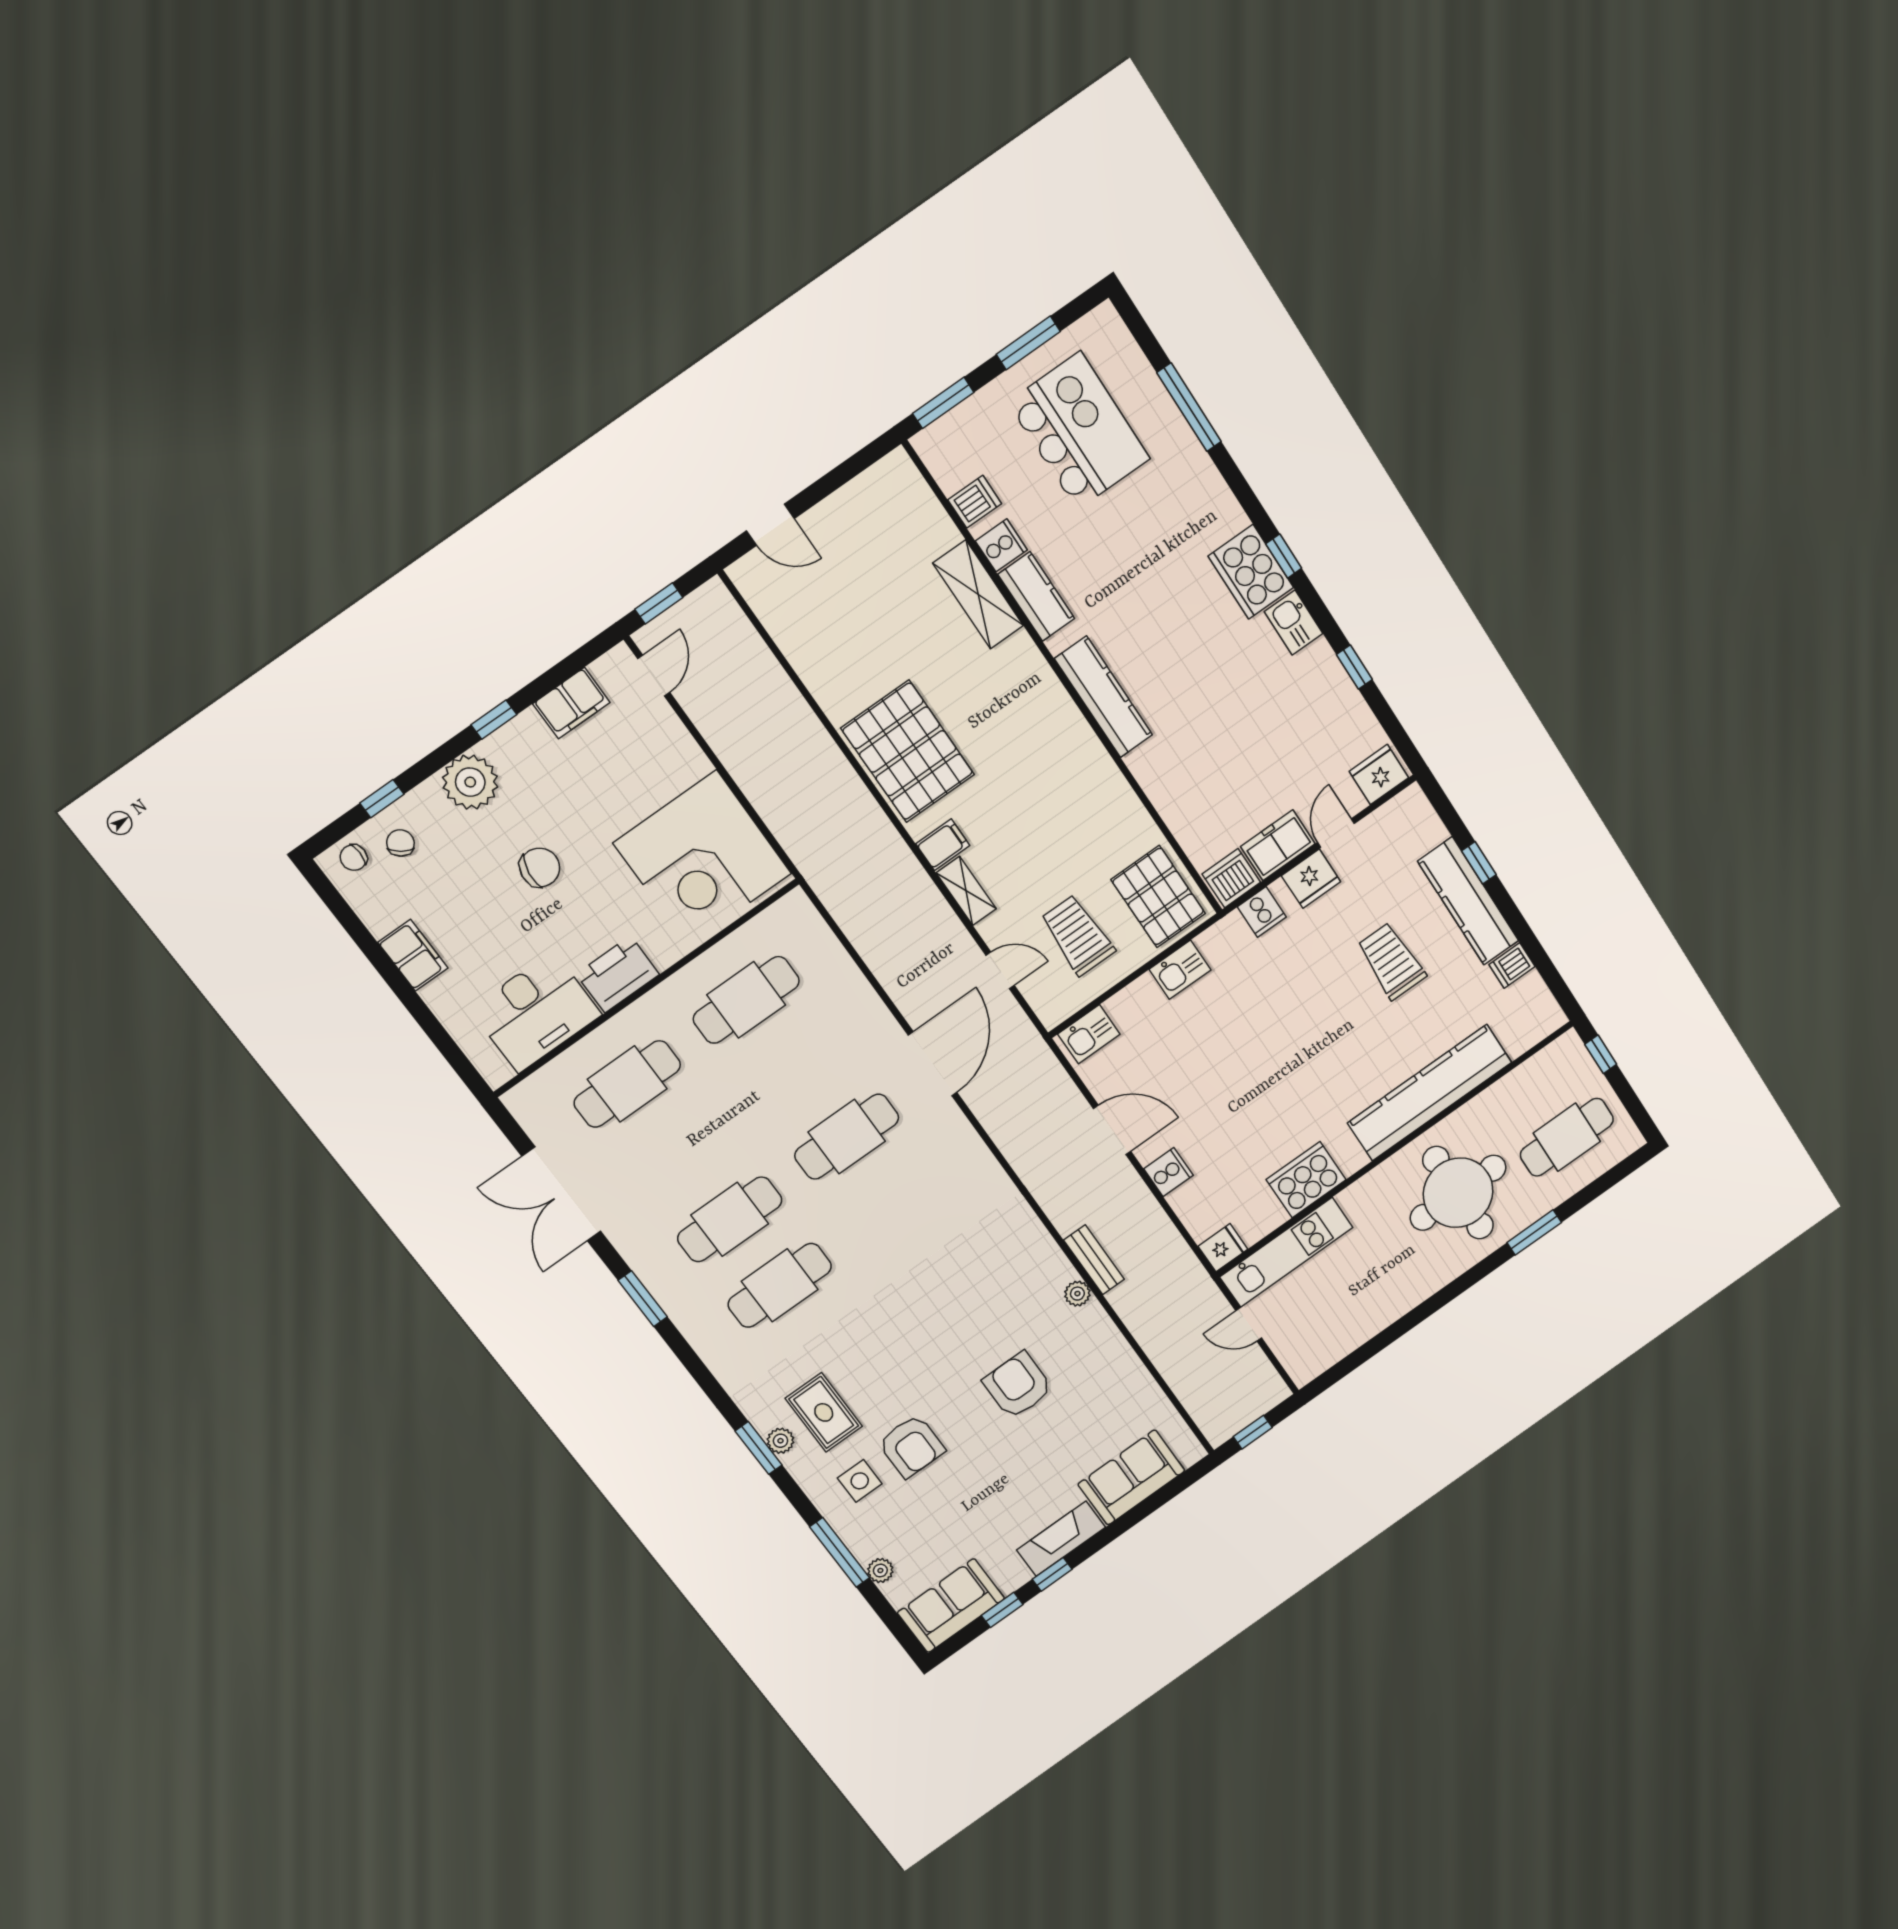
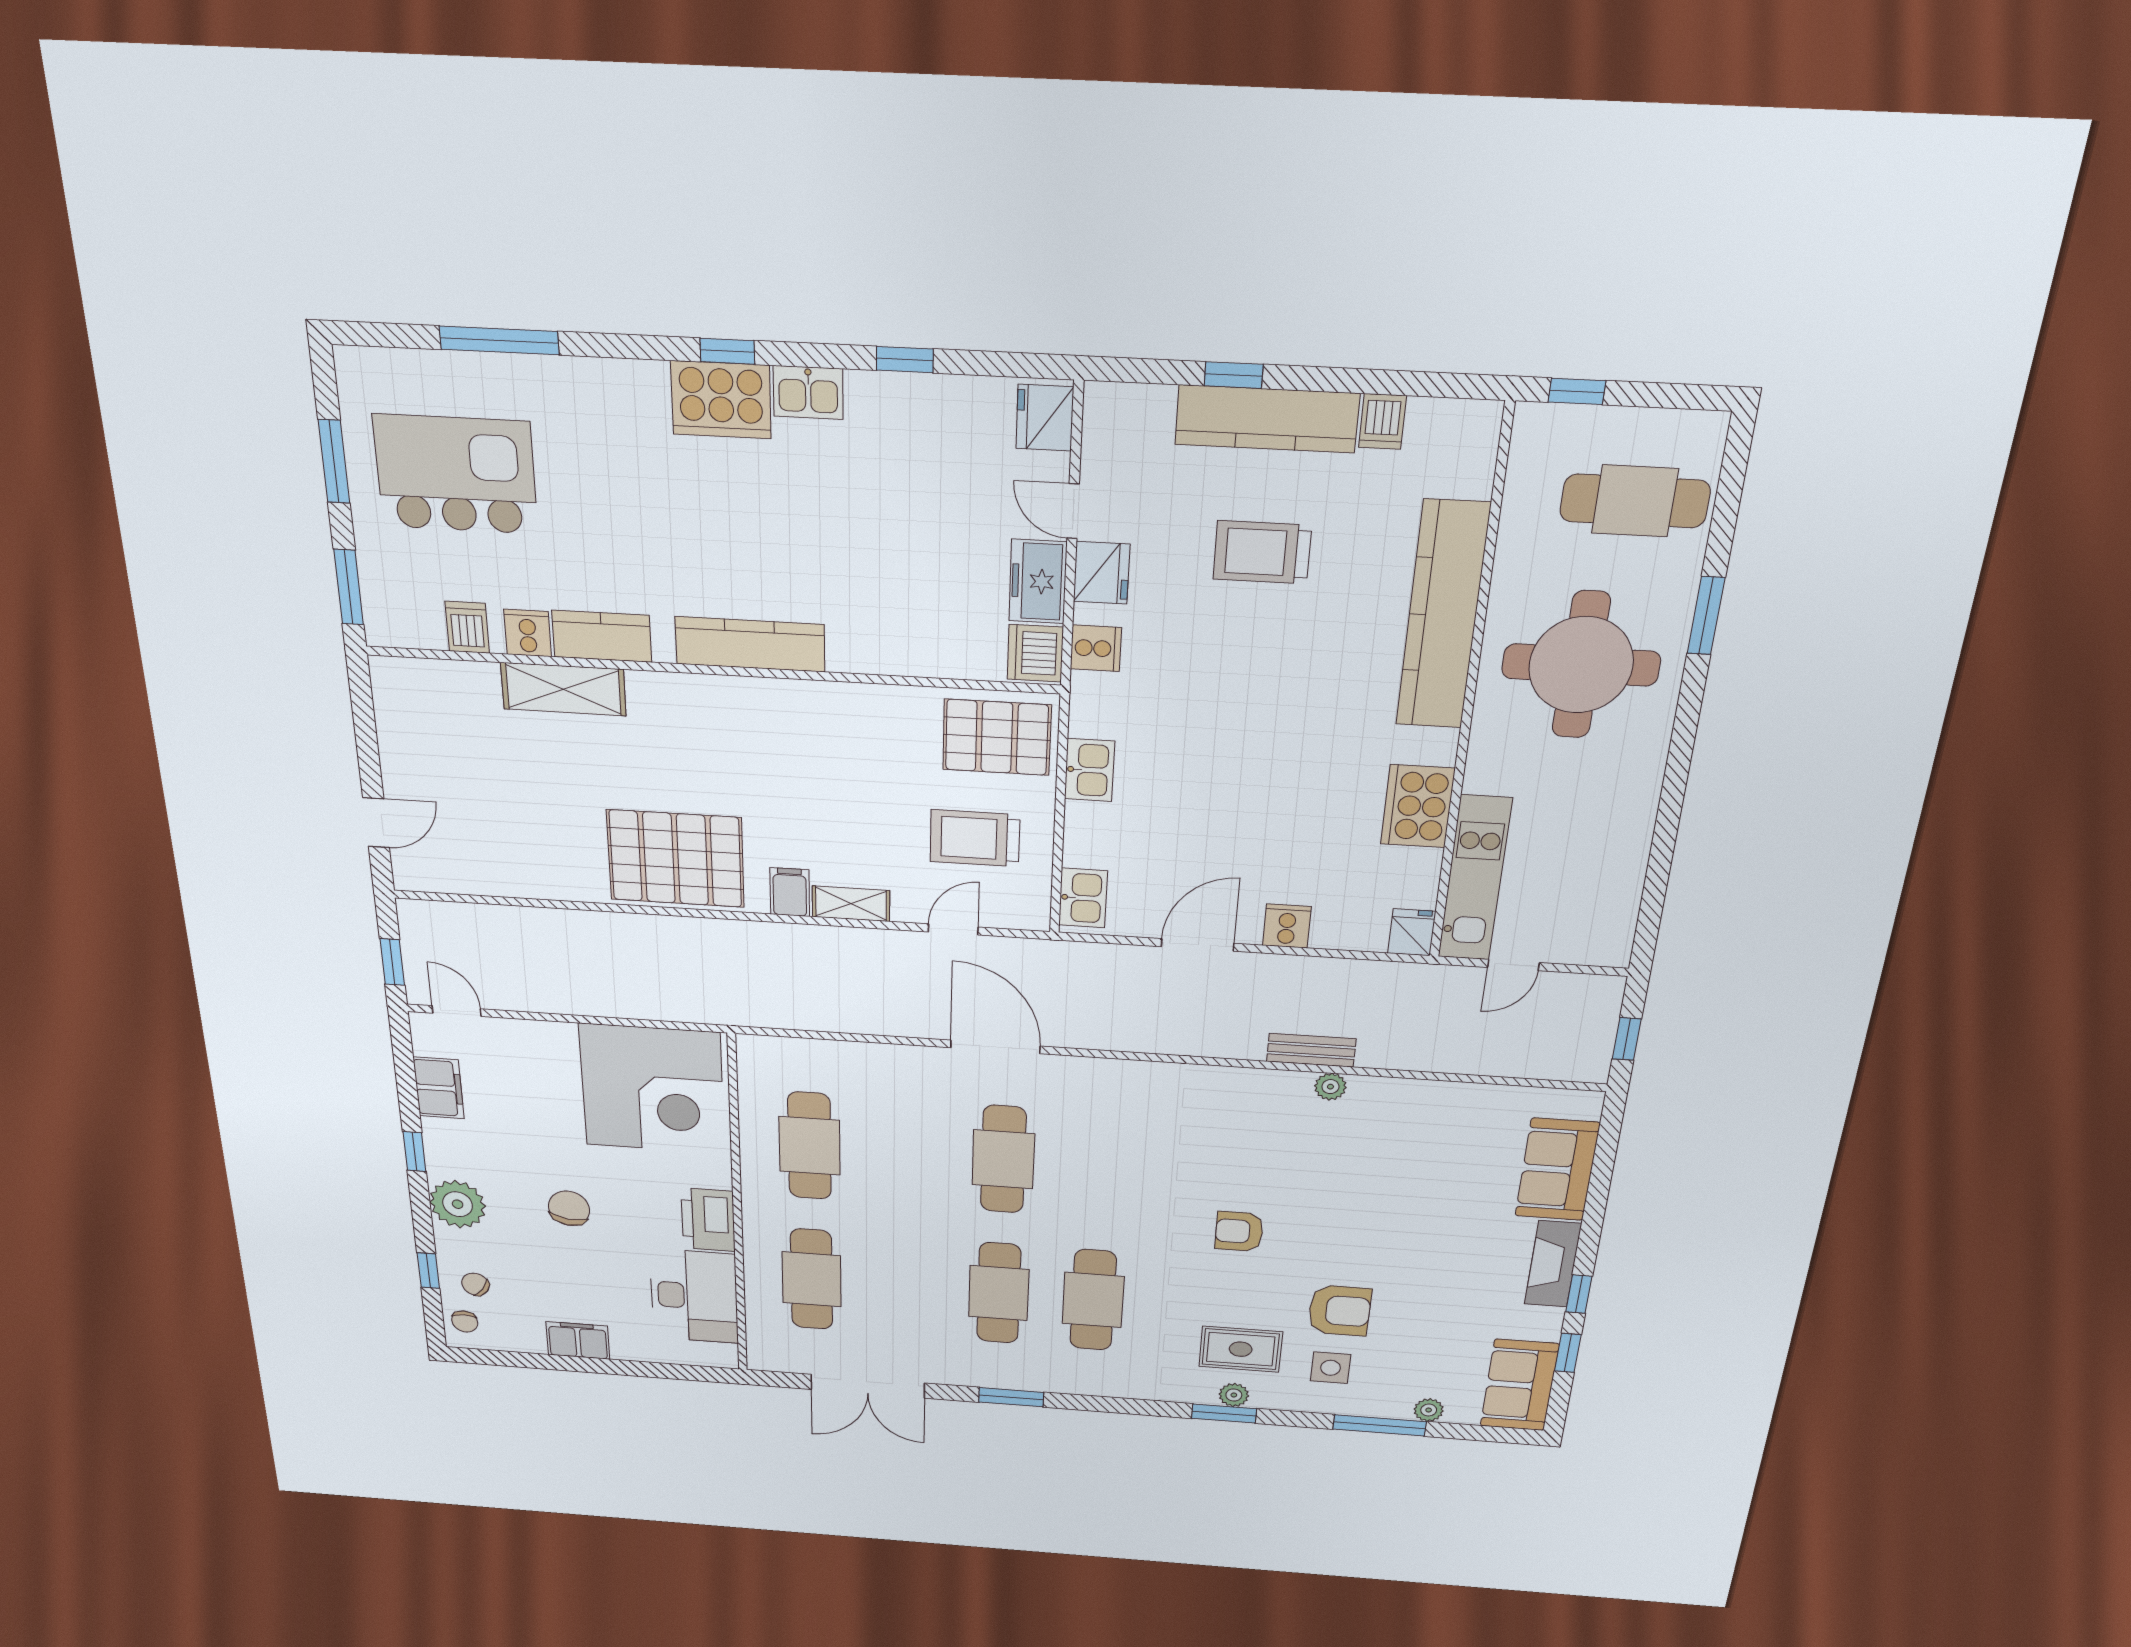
cafe table: (1567, 1137) -> (1635, 501), turned 90
armchair: (1018, 1385) -> (1239, 1231), moved, width x0.72, depth x0.72

